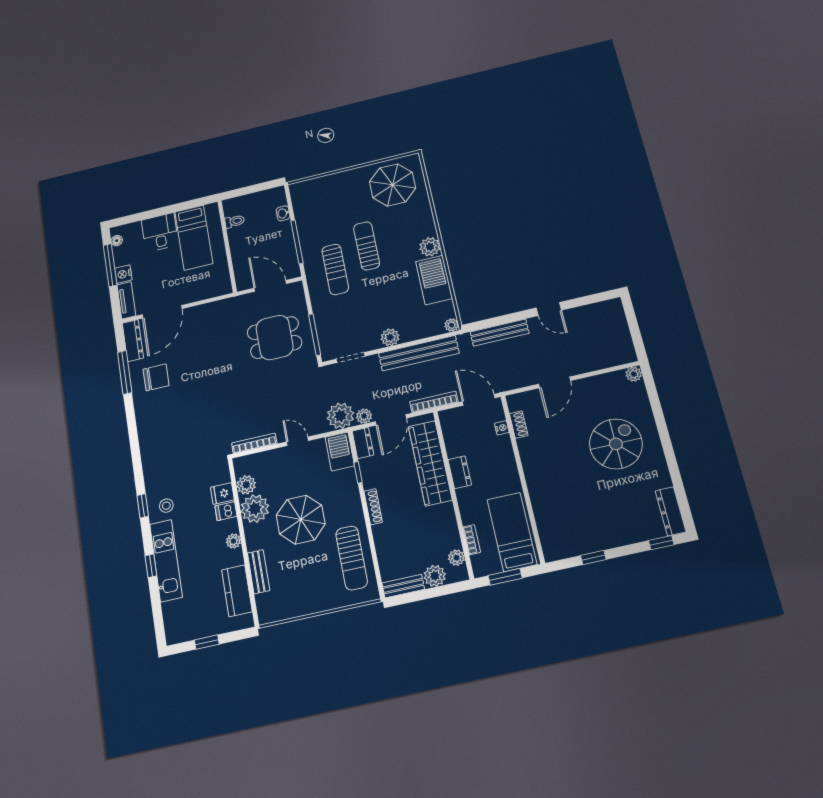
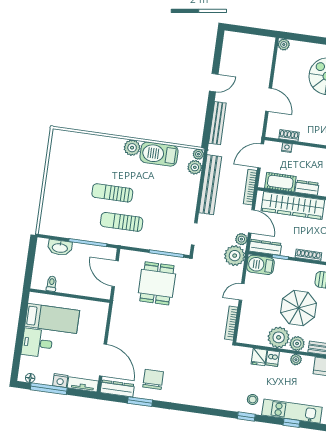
parasol: (393, 185) -> (71, 157), removed
washbasin: (283, 213) -> (60, 248), width x1.91, depth x1.45
sun lounger: (335, 269) -> (122, 222), turned 180
door: (270, 286) -> (115, 274), hinge flipped
plant: (390, 337) -> (195, 167), moved
window: (125, 372) -> (140, 402), width x0.69
cot: (454, 436) -> (280, 182), added
dresser: (363, 443) -> (265, 247), width x1.44
plant: (246, 485) -> (297, 344), moved

